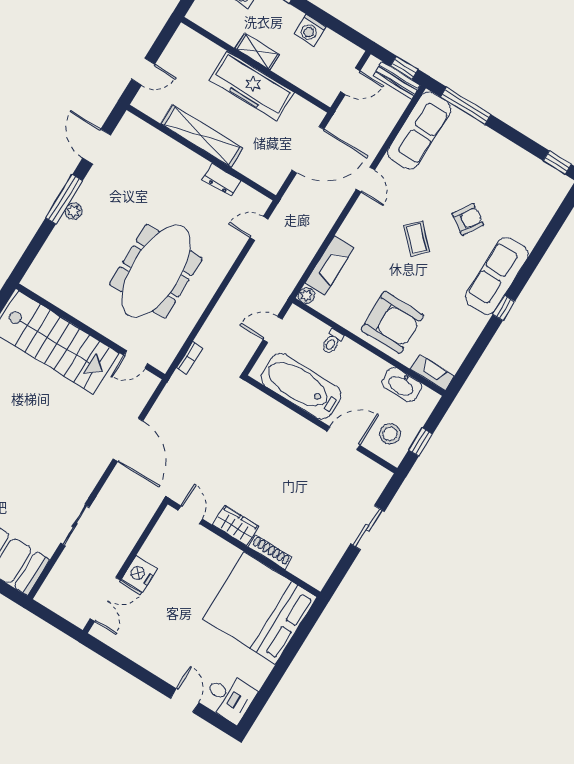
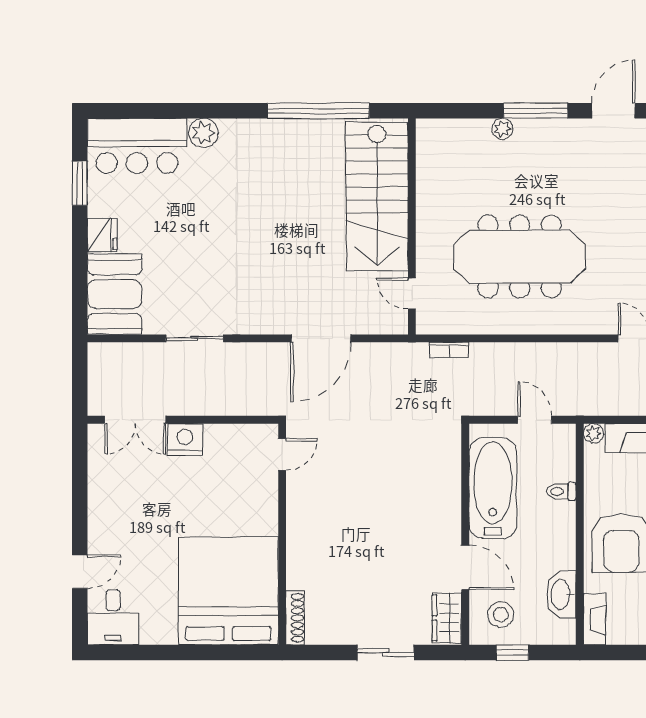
plant: (74, 211) -> (502, 129), moved
wardrobe: (236, 526) -> (447, 618), moved, turned 180
shoe rack: (270, 552) -> (295, 618), moved

